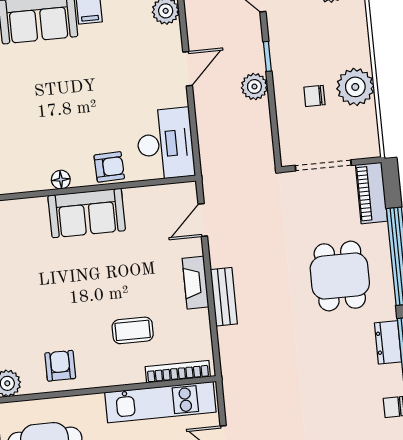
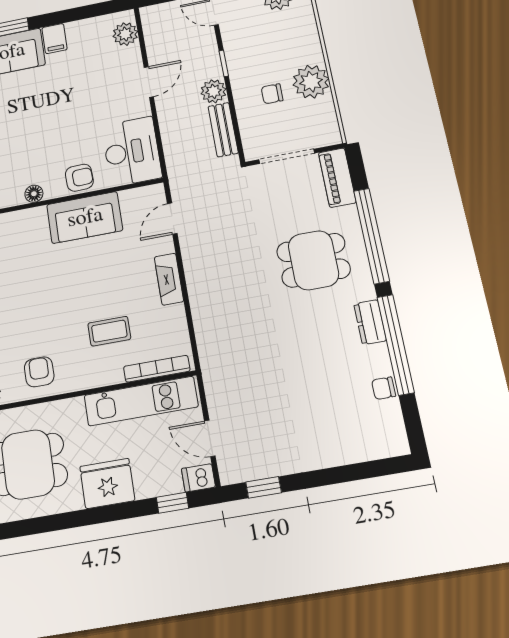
sofa: (87, 213) -> (85, 218), moved
dining table: (340, 276) -> (313, 260), turned 90
bench: (224, 297) -> (223, 130), moved

